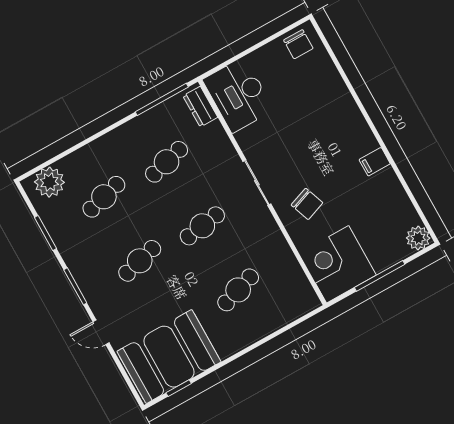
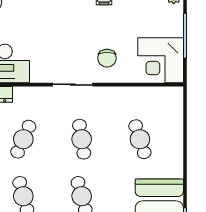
cafe table: (167, 162) -> (23, 139), turned 39
chair: (307, 204) -> (107, 58), turned 110

